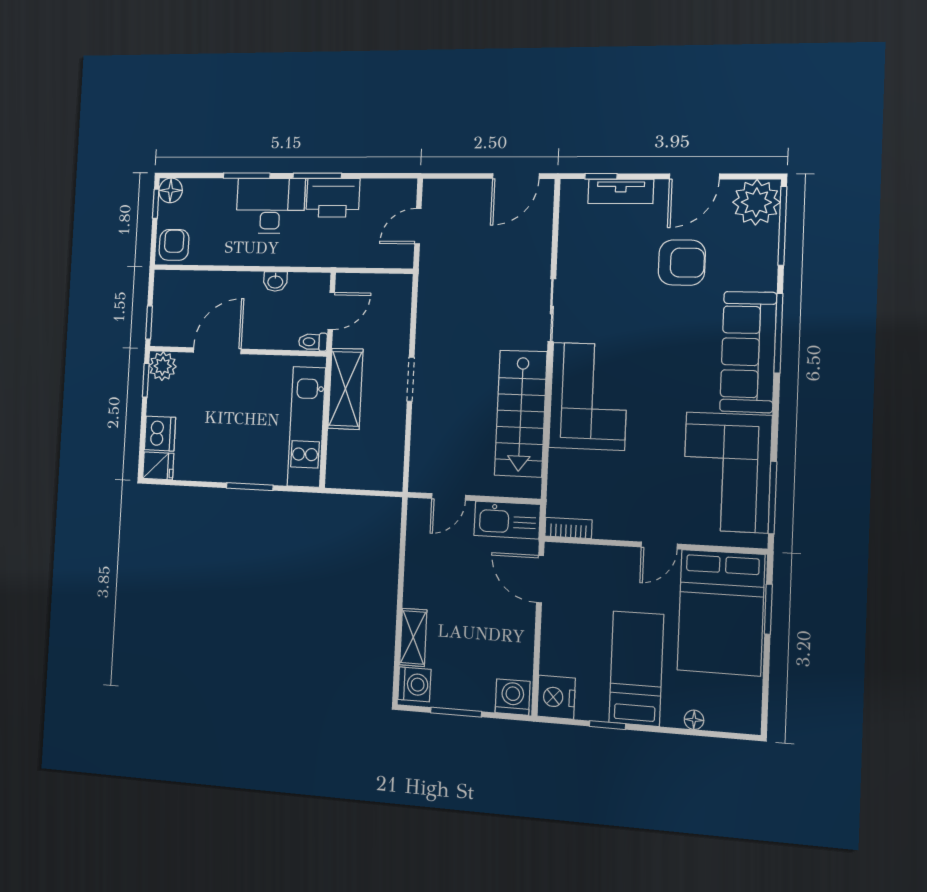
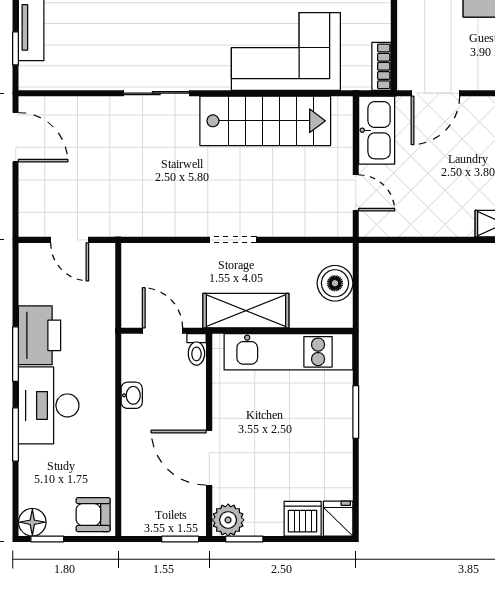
corner sofa: (589, 396) -> (286, 51), moved
boiler: (366, 473) -> (335, 283), added

